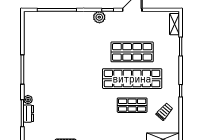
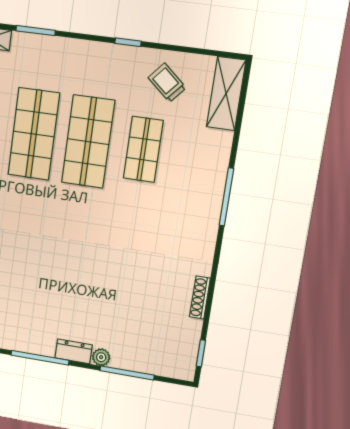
shop shelf: (132, 79) -> (88, 142), width x0.71
dresser: (29, 114) -> (74, 351), moved

